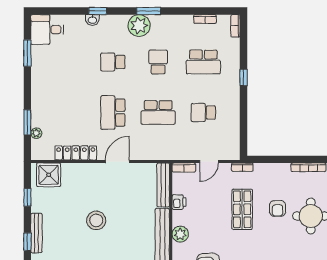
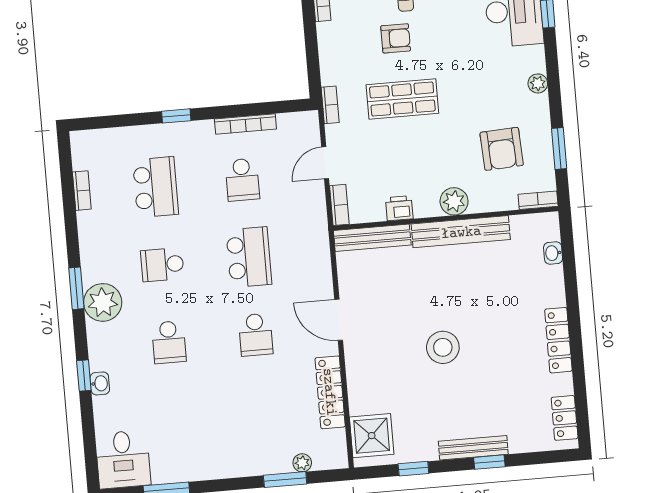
bookcase: (235, 26) -> (245, 124), moved, width x1.56
school desk: (113, 113) -> (256, 335), width x0.54
door: (209, 161) -> (325, 163), swing flipped

